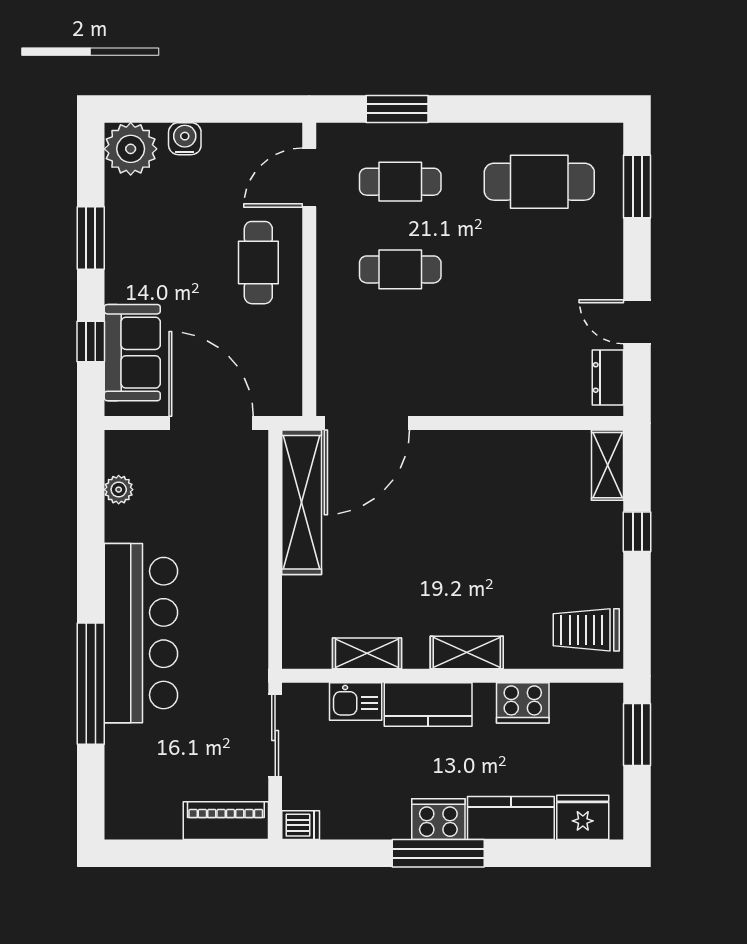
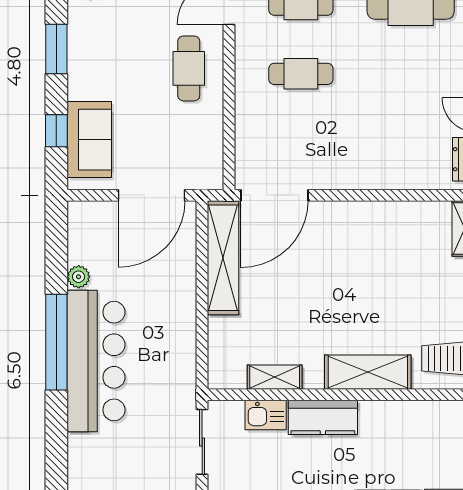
door: (211, 423) -> (152, 195), swing flipped
plant: (119, 490) -> (79, 277), moved
shelving: (467, 653) -> (368, 372), width x1.50, depth x1.33
window: (91, 684) -> (56, 342), moved
cooker: (523, 703) -> (398, 416), removed

